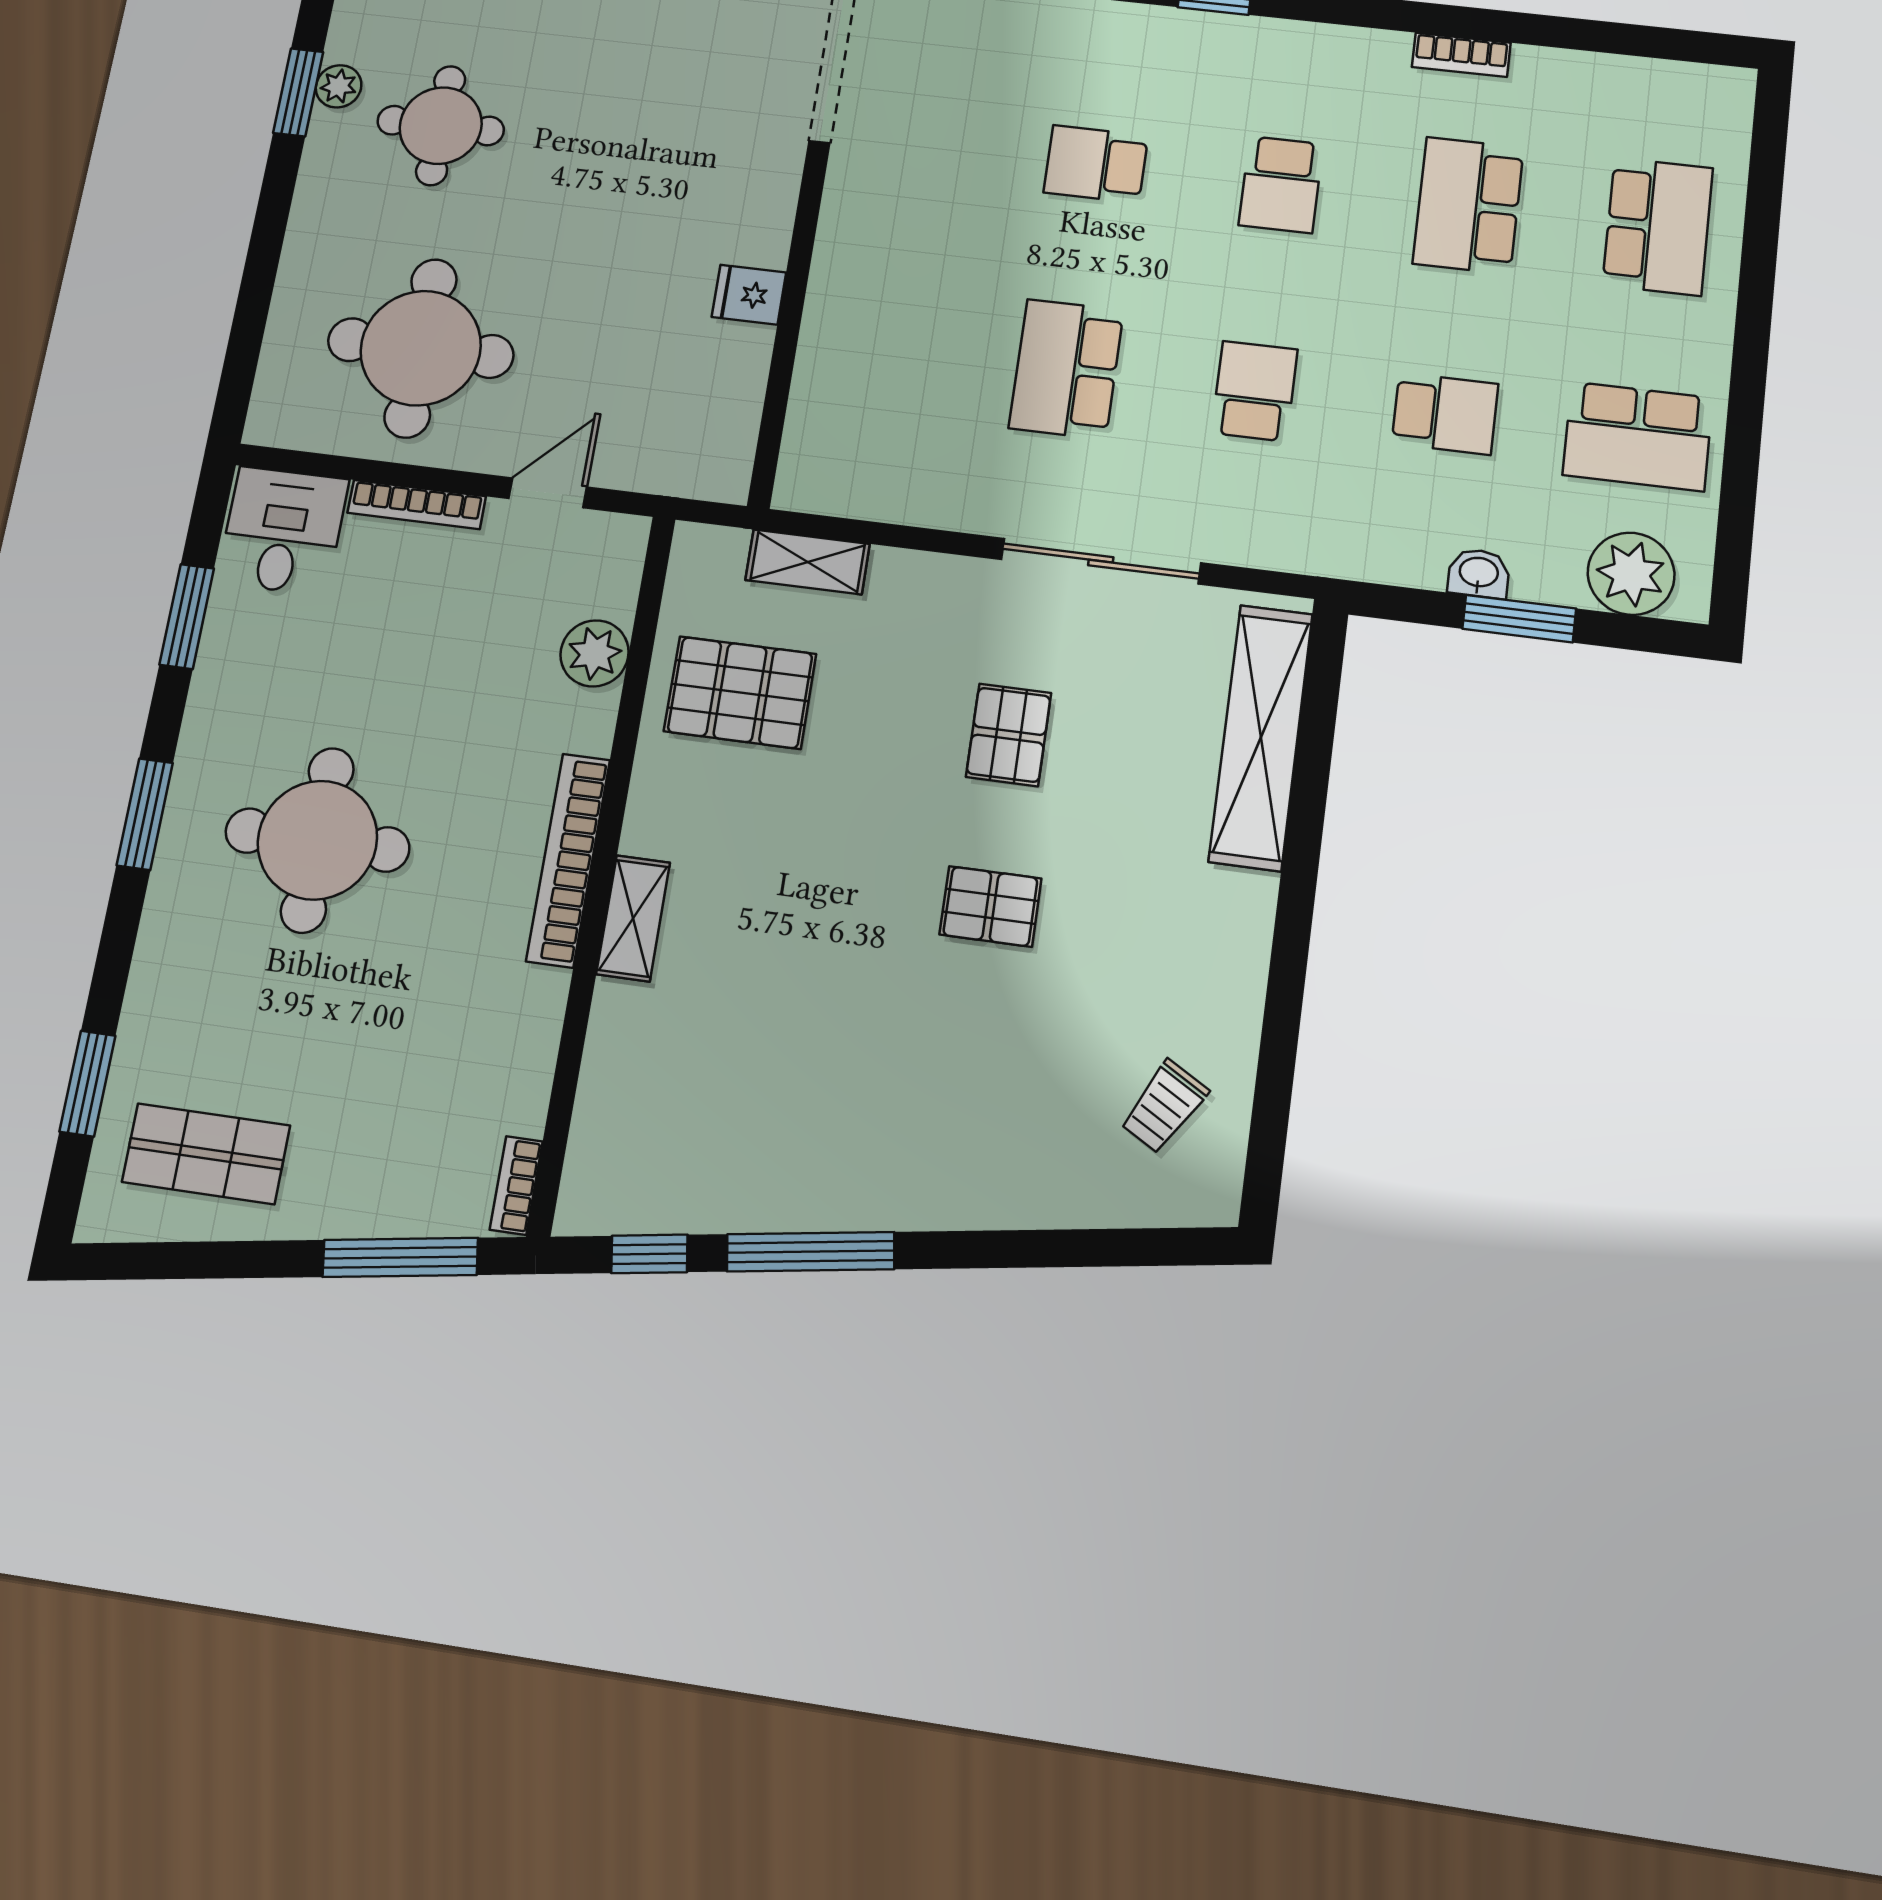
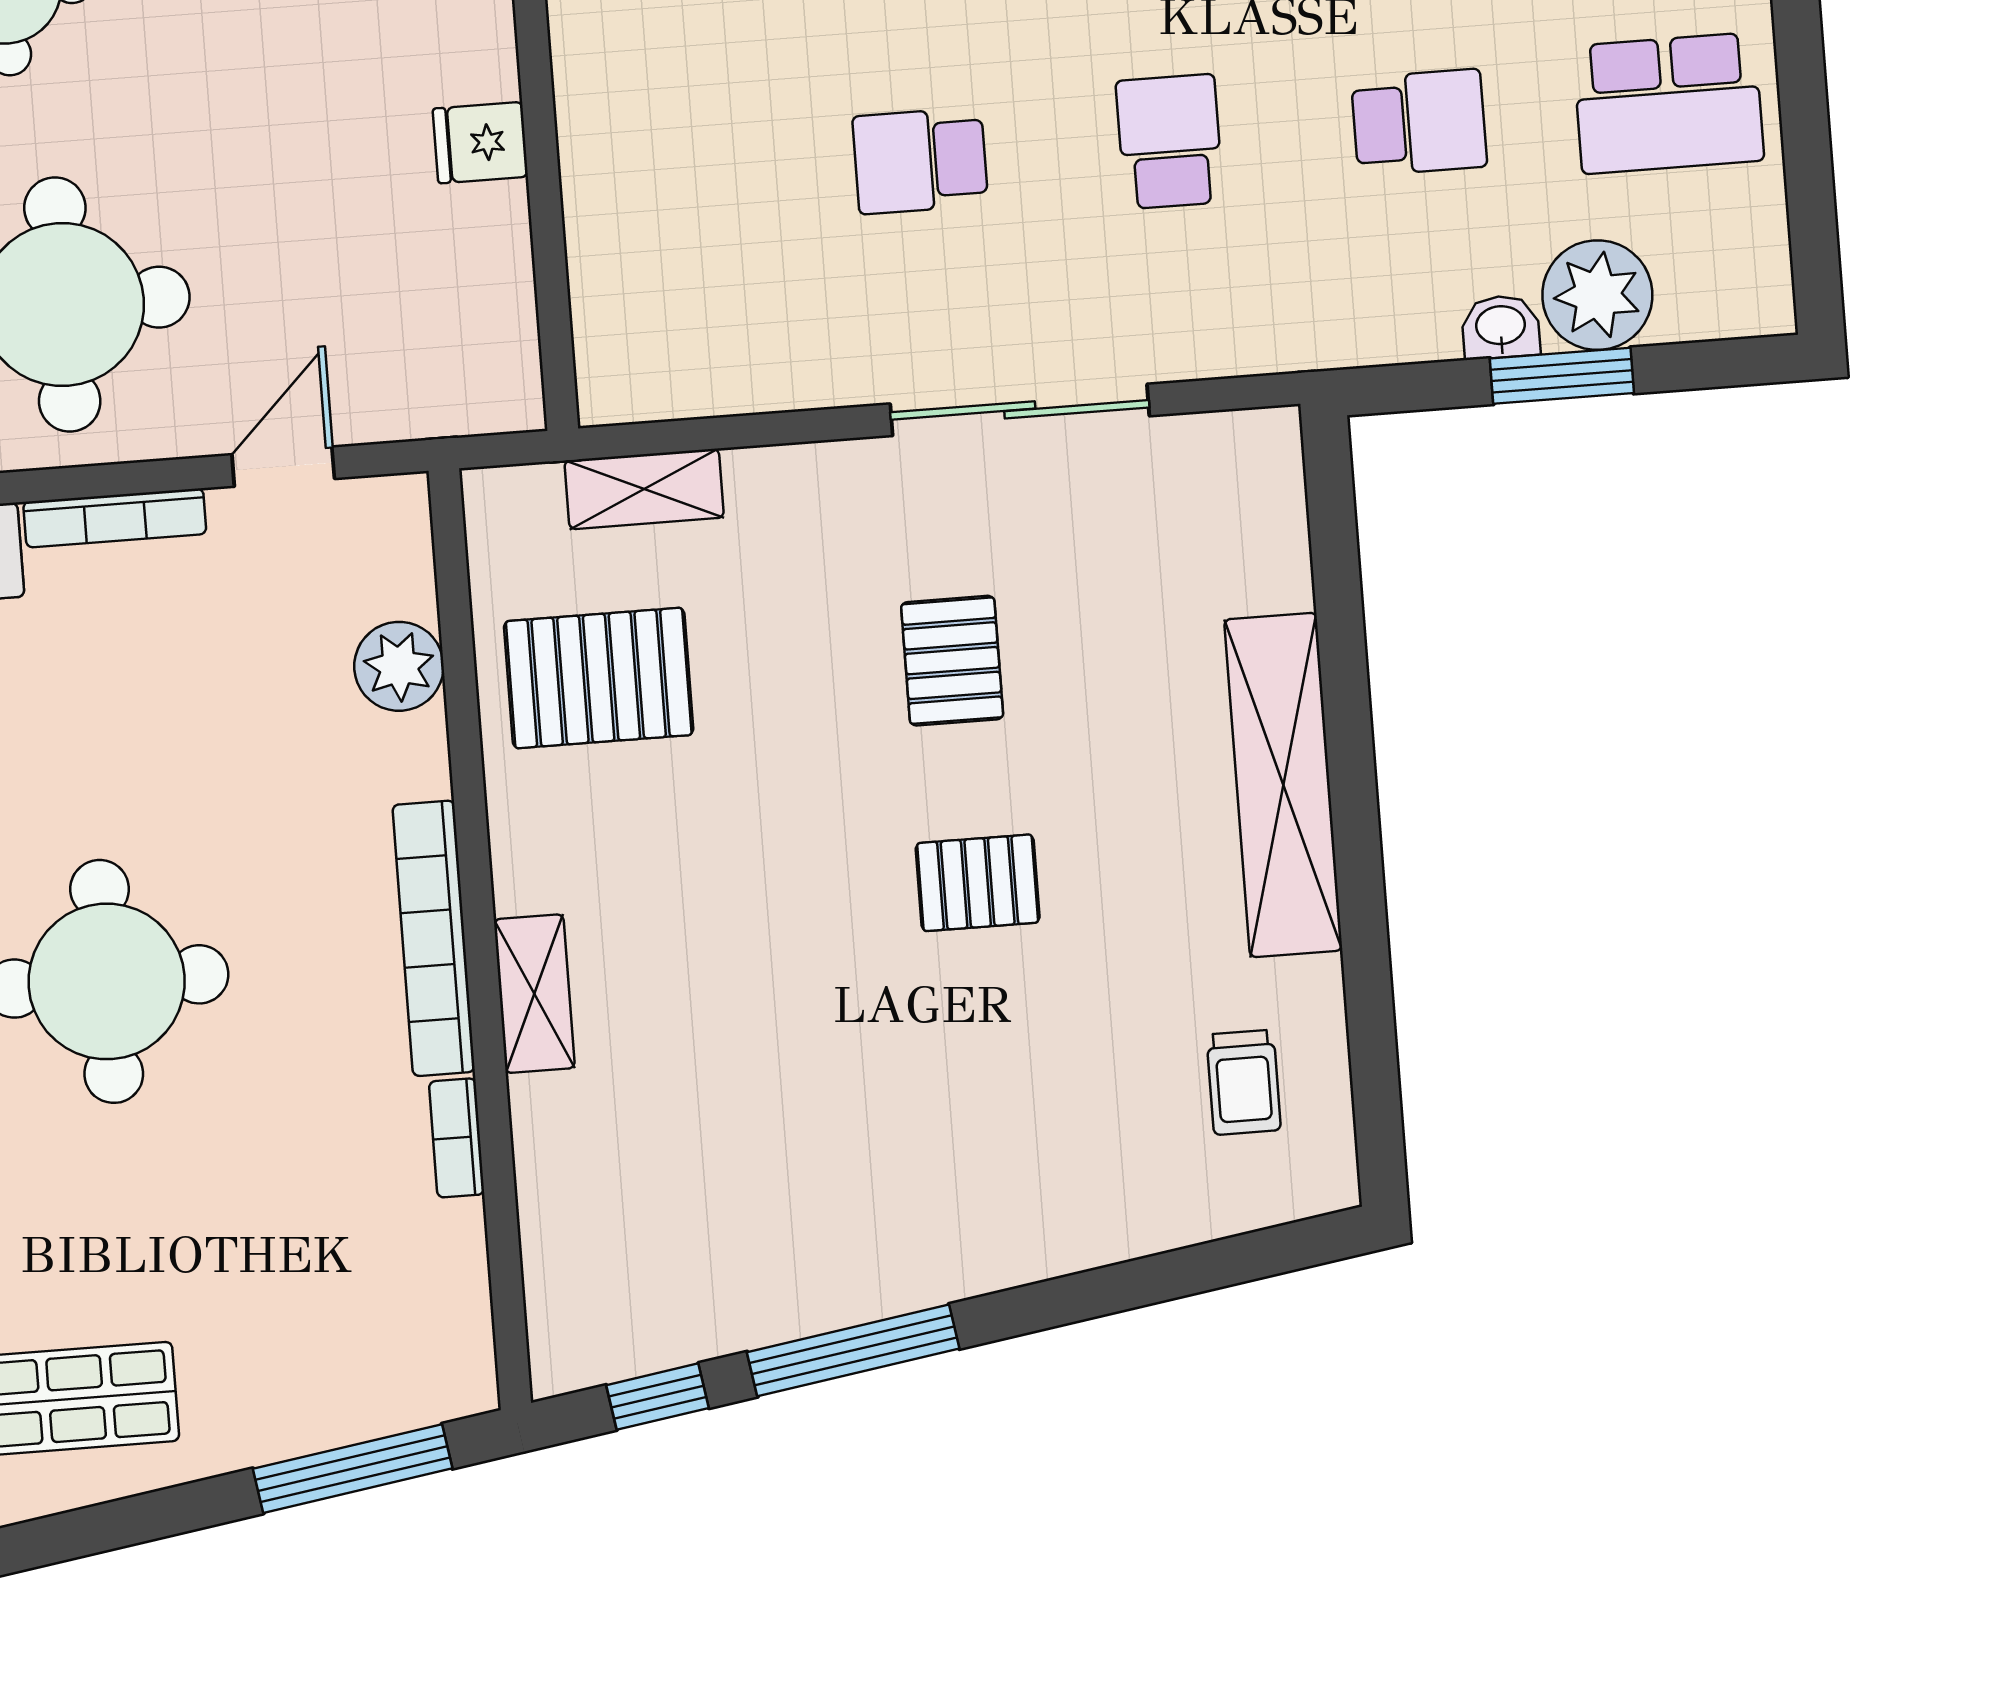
school desk: (1066, 369) -> (920, 161), width x0.54
plant: (1631, 574) -> (1597, 295), moved
shelving: (1261, 737) -> (1283, 785), moved
trolley: (1164, 1107) -> (1244, 1082), turned -30
bookcase: (516, 1185) -> (457, 1138), moved

